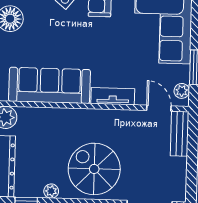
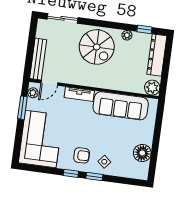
door: (159, 108) -> (49, 83), hinge flipped
bench: (179, 134) -> (38, 59), width x1.36

